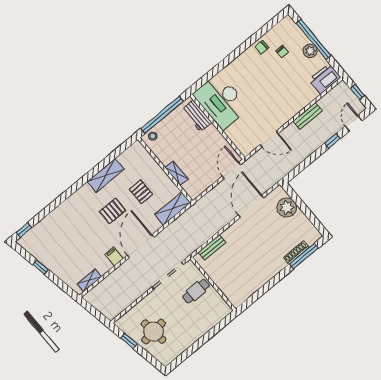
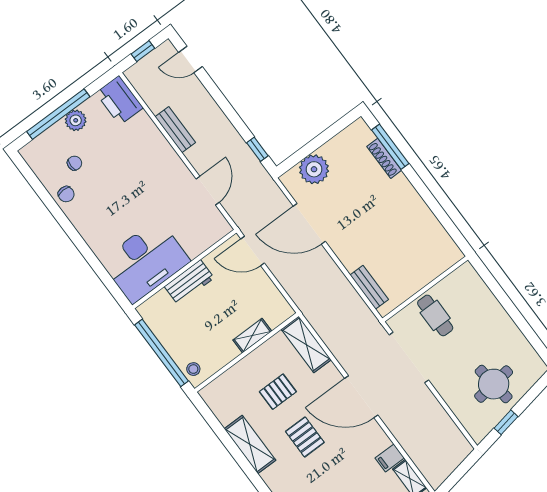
workbench: (197, 116) -> (189, 282), moved
window: (332, 141) -> (257, 149), moved
filing cabinet: (114, 257) -> (390, 458), moved

